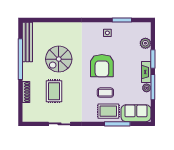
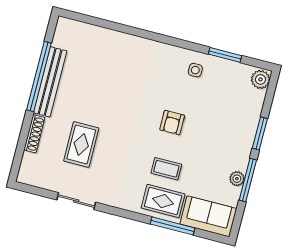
bench: (27, 42) -> (50, 82), moved
plant: (145, 43) -> (260, 79), moved
spiral stairs: (59, 59) -> (103, 93), removed
armchair: (102, 66) -> (172, 123), width x0.53, depth x0.53
fireplace: (146, 72) -> (243, 152), removed

